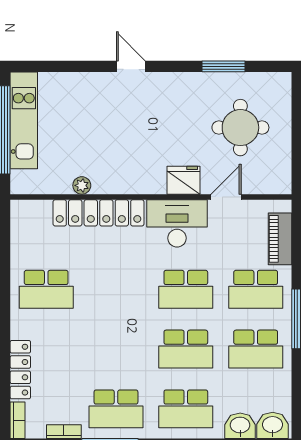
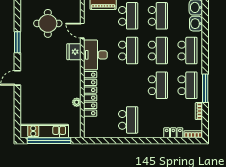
window: (224, 66) -> (17, 42), moved
school desk: (116, 349) -> (158, 85), added
locker: (20, 370) -> (173, 133), width x0.66

